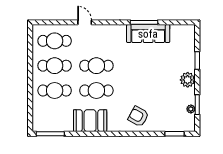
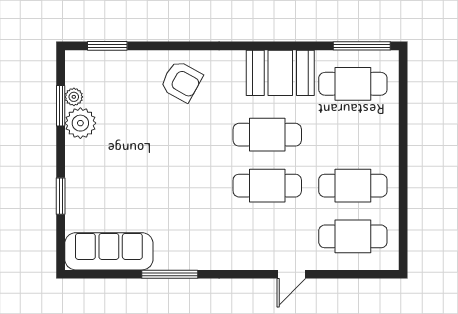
door: (85, 22) -> (291, 274), hinge flipped
sofa: (148, 34) -> (109, 251), moved
plant: (188, 80) -> (80, 123), moved
cafe table: (55, 90) -> (353, 84), moved

